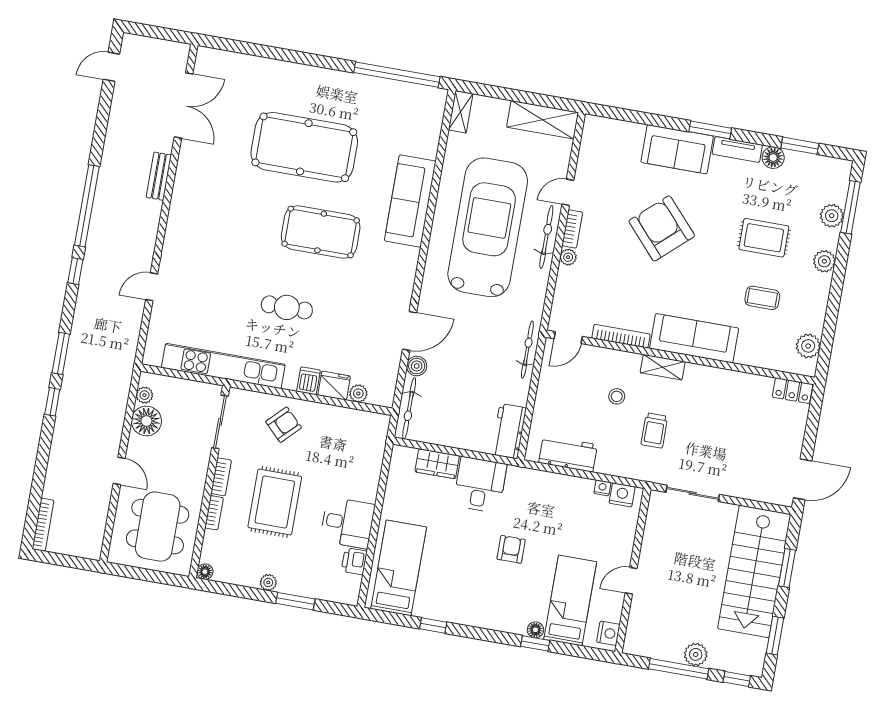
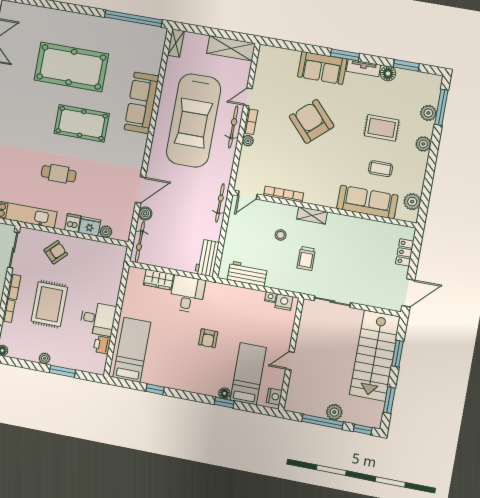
car: (488, 227) -> (194, 120), turned 180
sofa: (694, 338) -> (367, 202), moved
locker: (793, 391) -> (405, 252), moved, turned 90
armchair: (511, 549) -> (208, 338), turned 180

